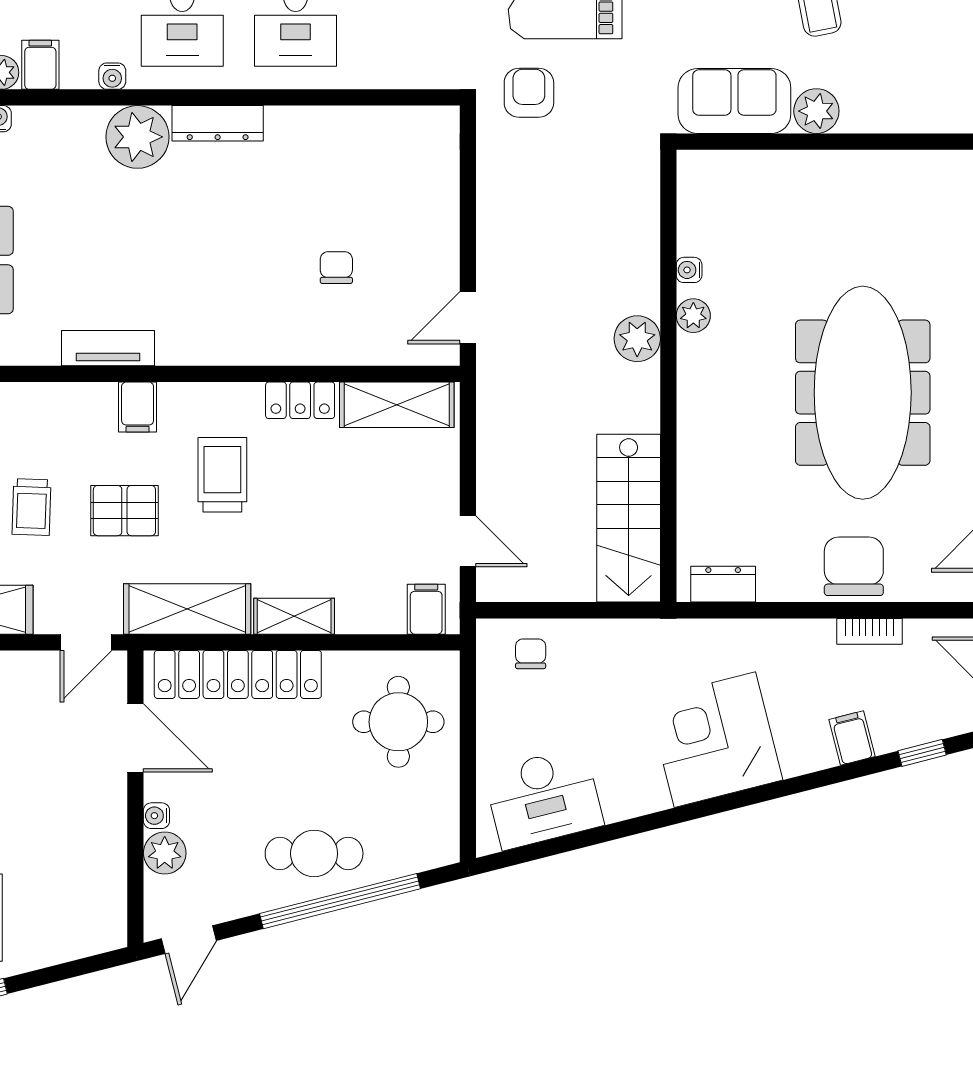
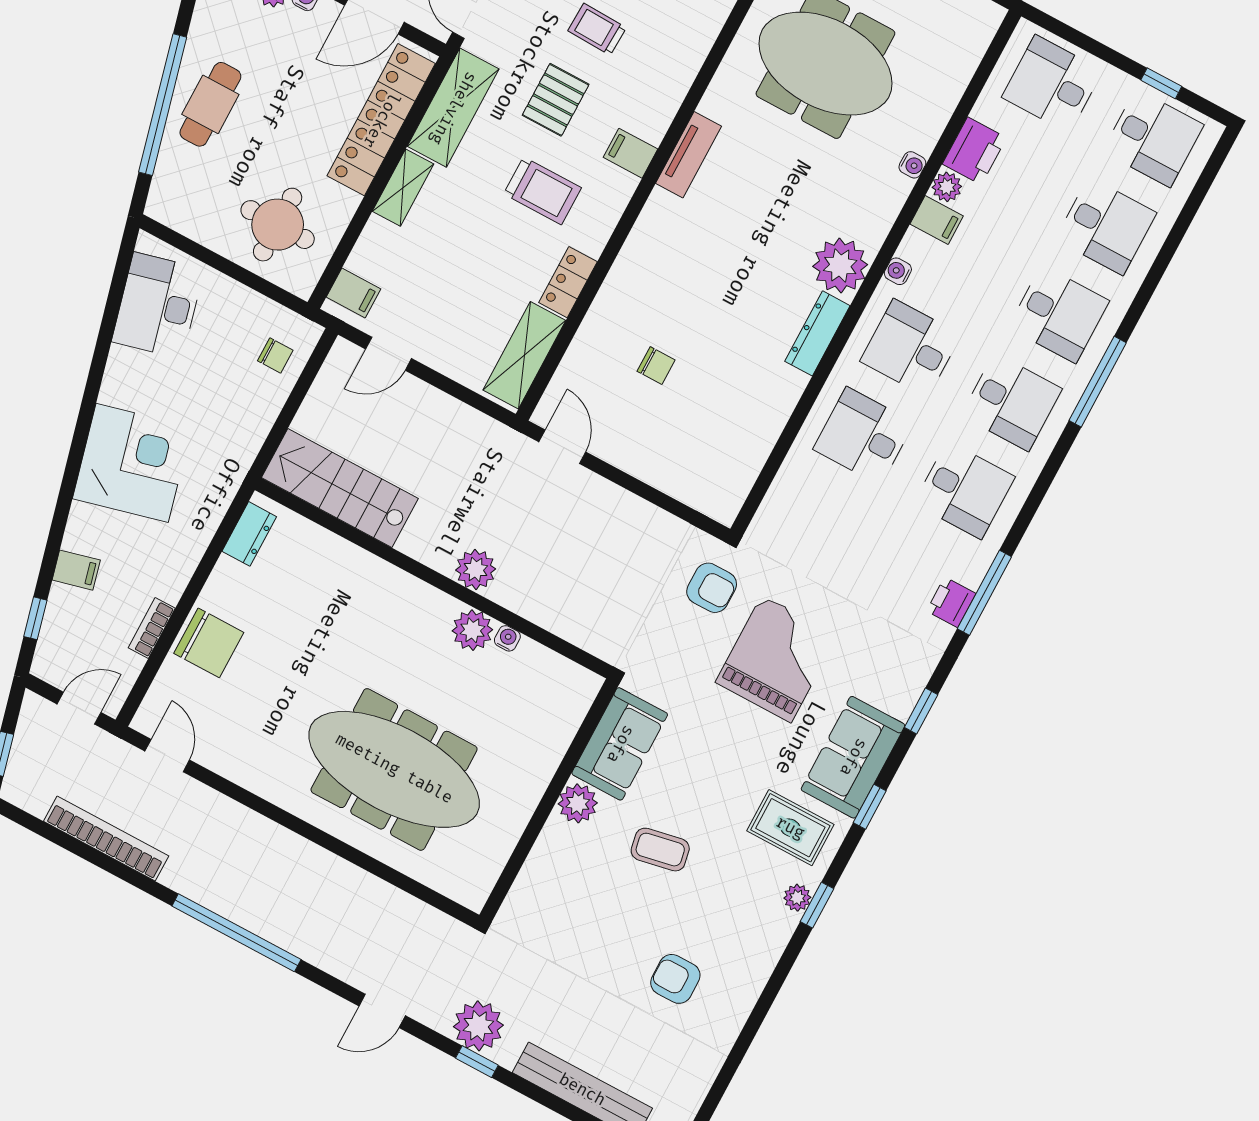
plant: (693, 316) -> (472, 630), width x1.38, depth x1.38
meeting table: (863, 393) -> (394, 769), moved

